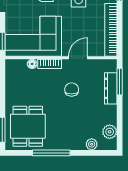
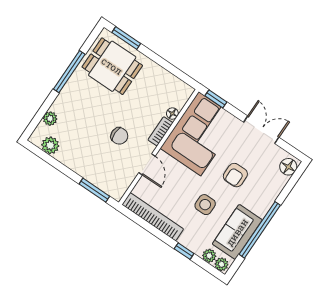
dresser: (111, 88) -> (94, 176), removed

